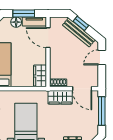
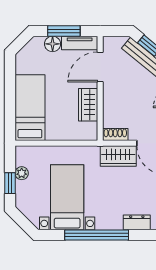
door: (48, 38) -> (100, 67), hinge flipped
wardrobe: (40, 76) -> (88, 105), moved

